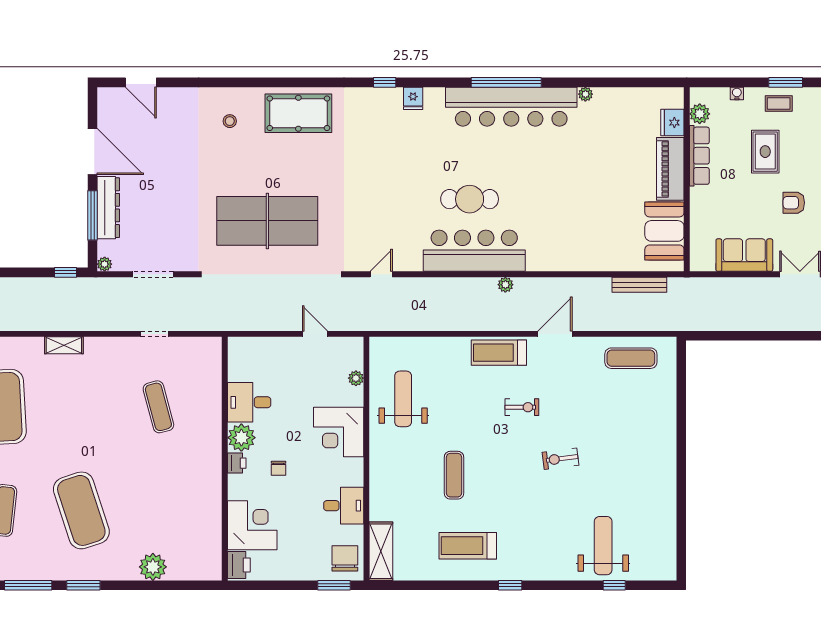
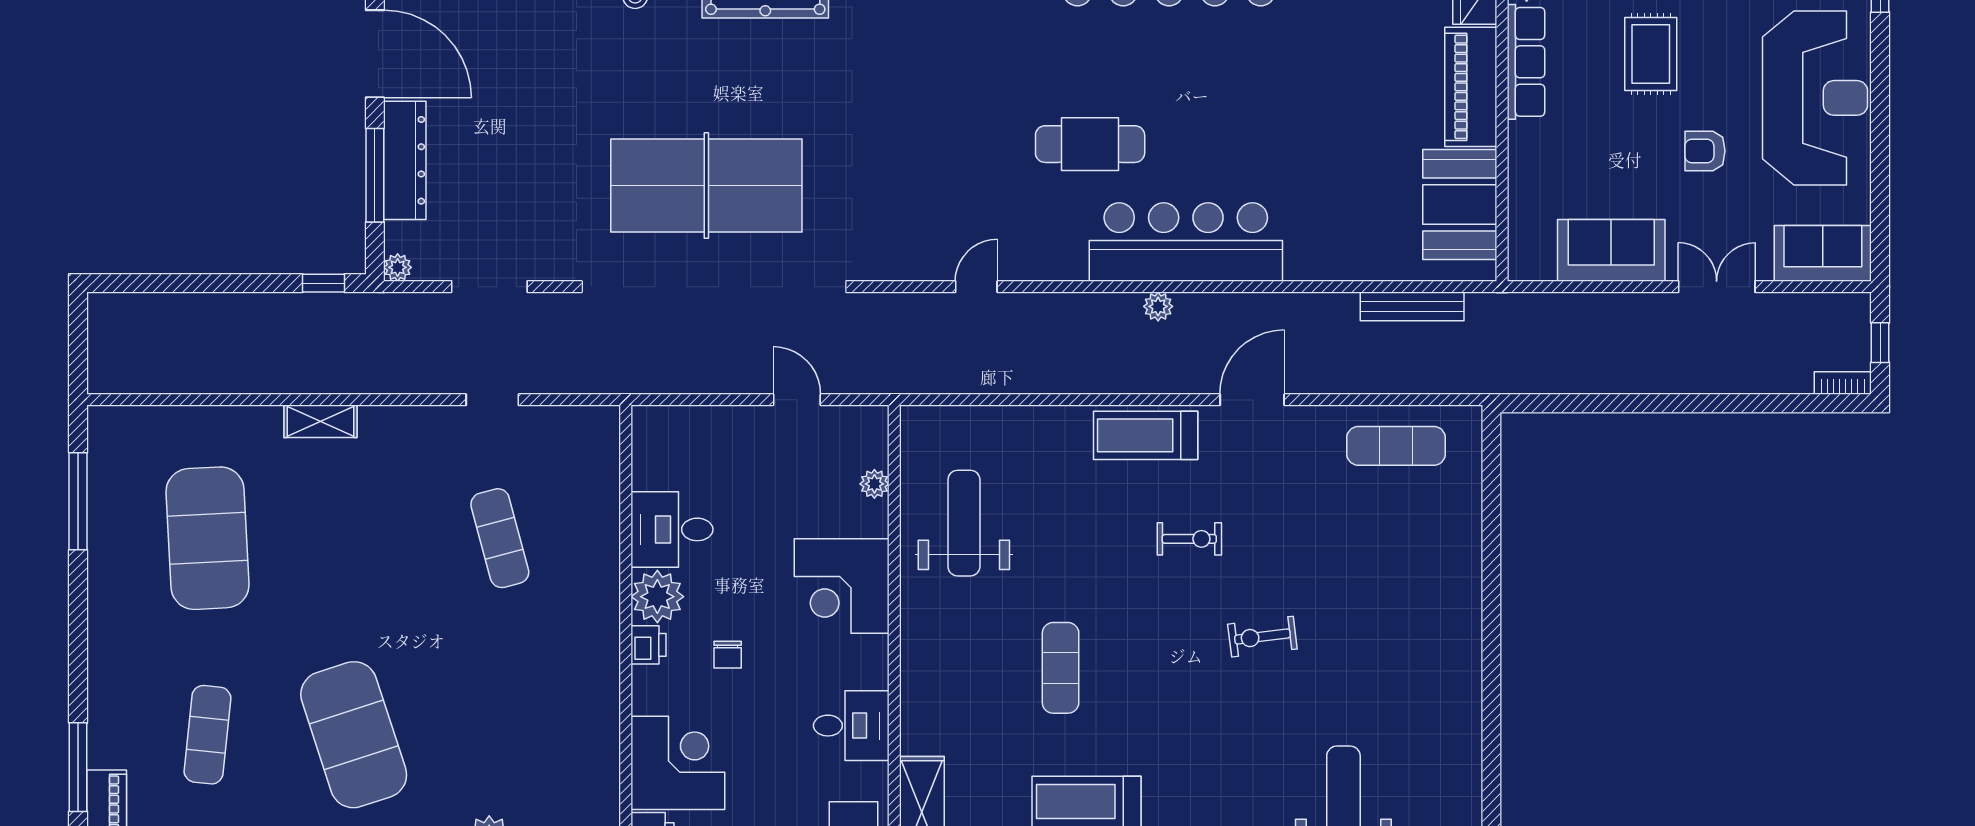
bar counter: (474, 251) -> (1186, 242), moved
door: (381, 274) -> (976, 287), moved

